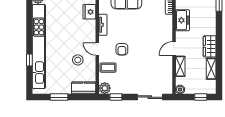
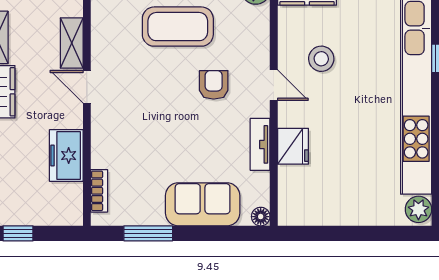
fridge: (89, 12) -> (293, 146), moved
door: (174, 48) -> (87, 87), swing flipped
coffee table: (108, 68) -> (178, 27), moved, width x1.86, depth x1.72

